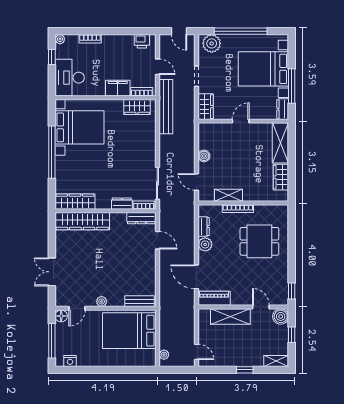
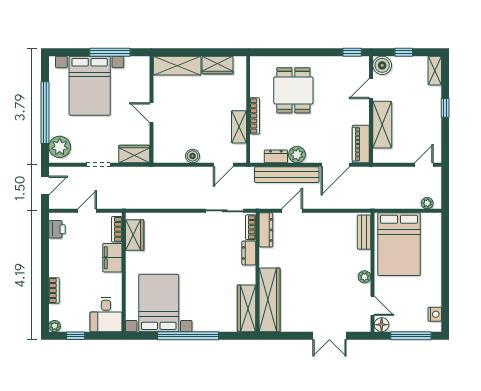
desk: (70, 78) -> (106, 315), width x0.73
bench: (166, 107) -> (287, 175), moved
dresser: (283, 109) -> (137, 63), removed

